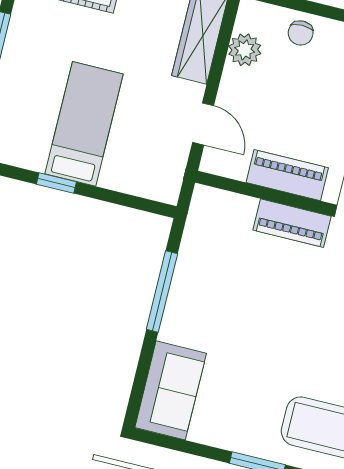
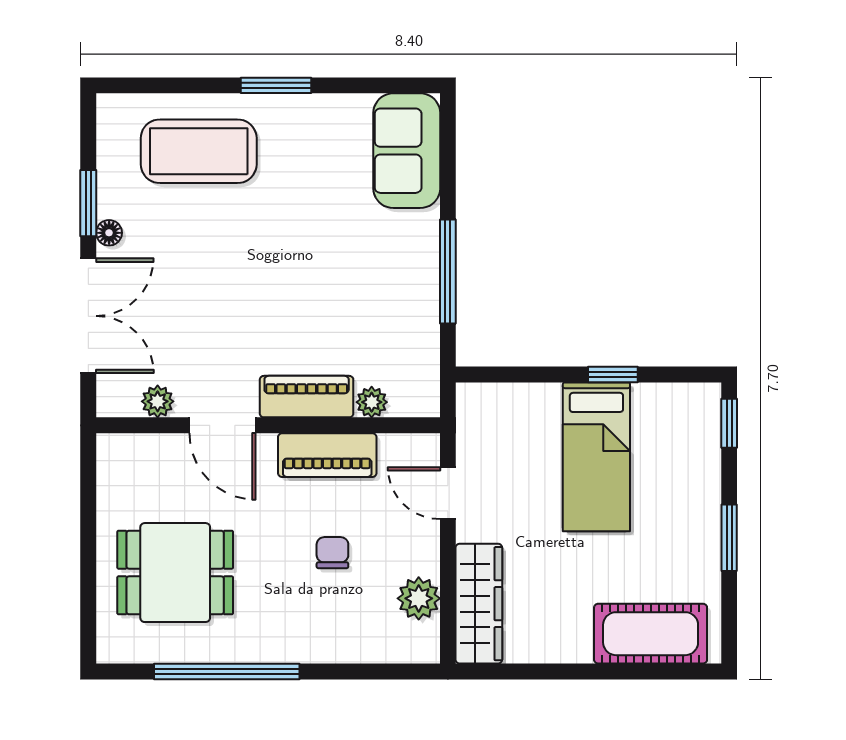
chair: (301, 33) -> (332, 553), moved
plant: (244, 207) -> (372, 402), added

